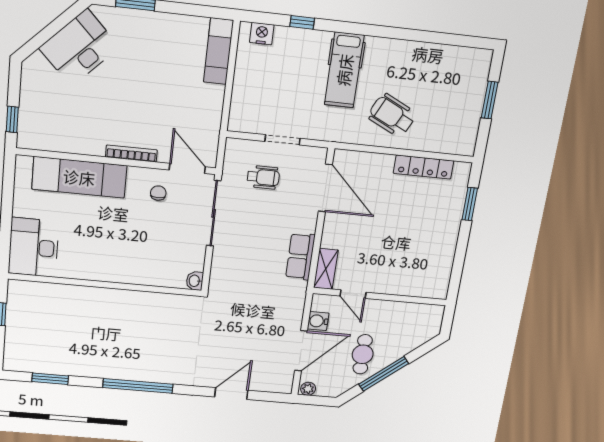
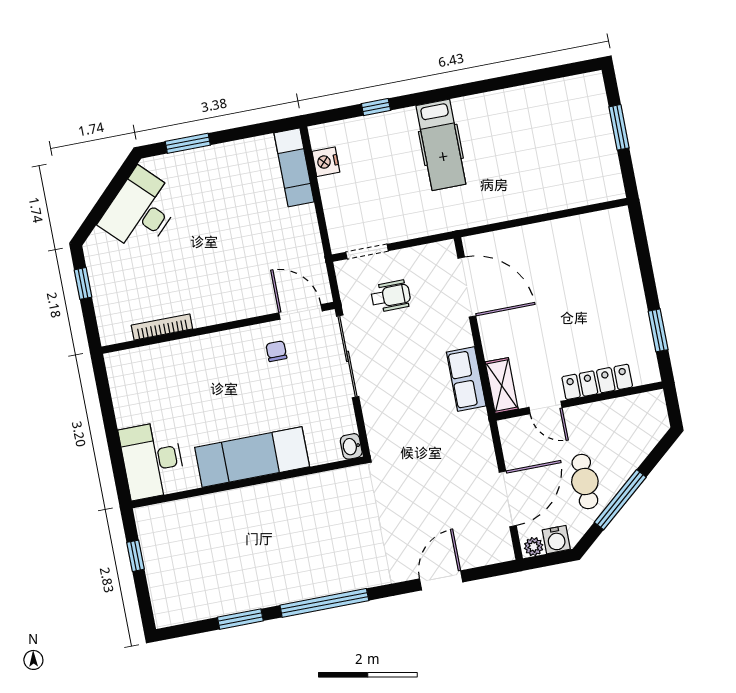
nightstand: (262, 34) -> (326, 162), moved, turned -90
wheelchair: (392, 115) -> (514, 179), removed
window: (12, 119) -> (83, 283), moved
doorway: (283, 140) -> (367, 252), moved
bookcase: (131, 153) -> (162, 327), moved
locker: (424, 167) -> (597, 382), moved, turned 180
exam couch: (79, 177) -> (252, 457), moved, turned 180
window: (470, 204) -> (658, 330), moved
water cooler: (318, 321) -> (556, 540), moved, turned -90
window: (50, 379) -> (240, 619), moved

